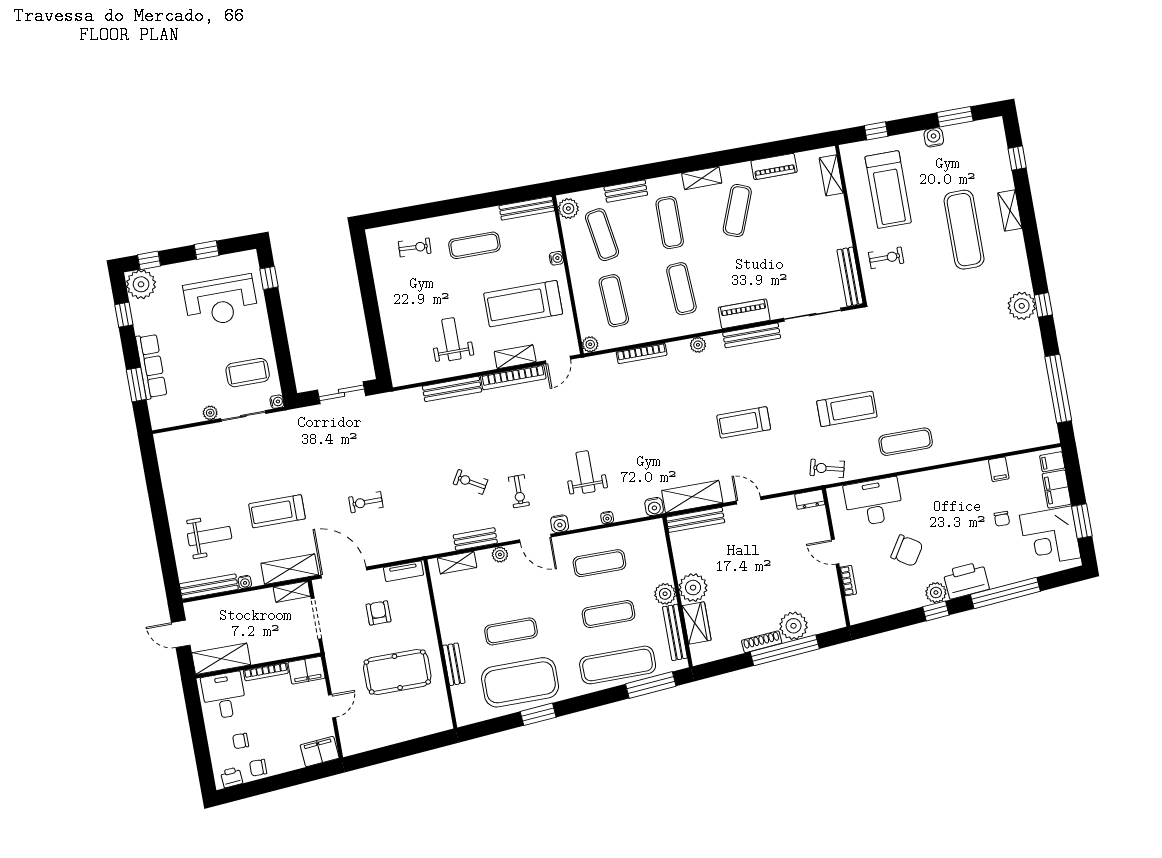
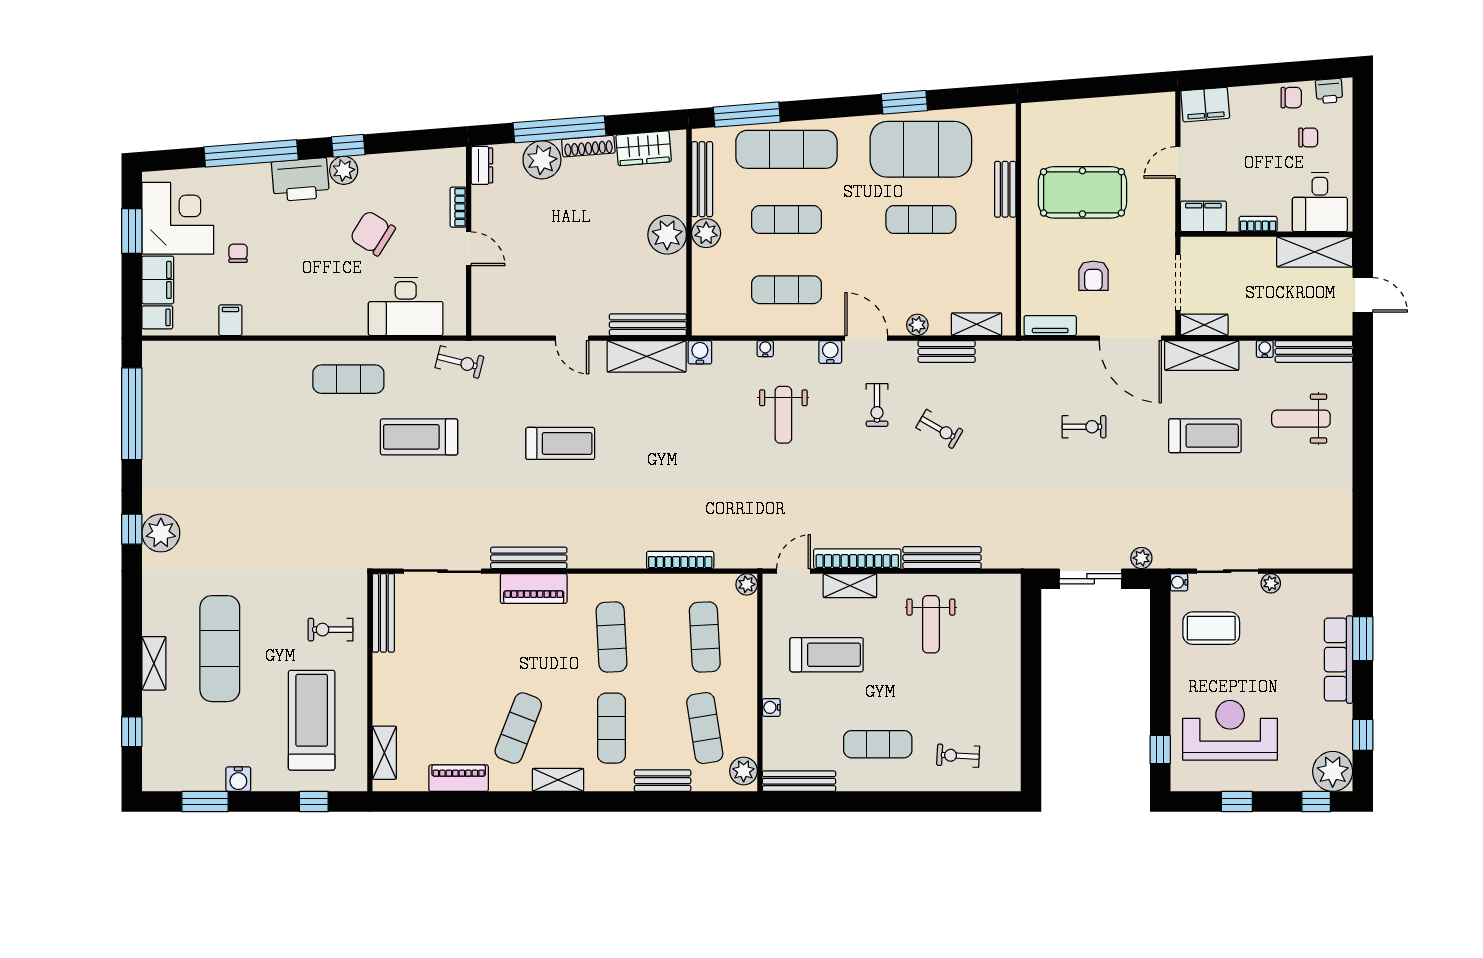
treadmill: (523, 304) -> (827, 655), width x0.73, depth x0.73
plant: (698, 345) -> (1141, 558), moved
exercise bike: (519, 491) -> (877, 405), turned 180
dresser: (810, 499) -> (482, 165), moved, turned 90
wardrobe: (696, 623) -> (644, 148), moved, turned -94
bookcase: (266, 672) -> (1258, 224), width x0.64

